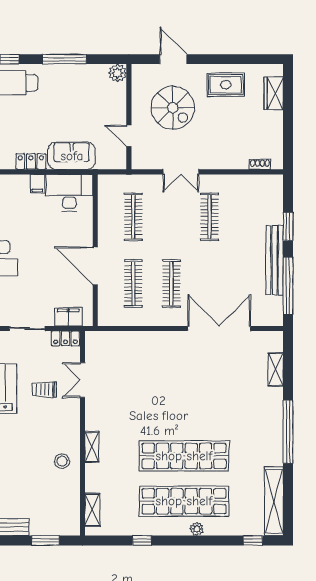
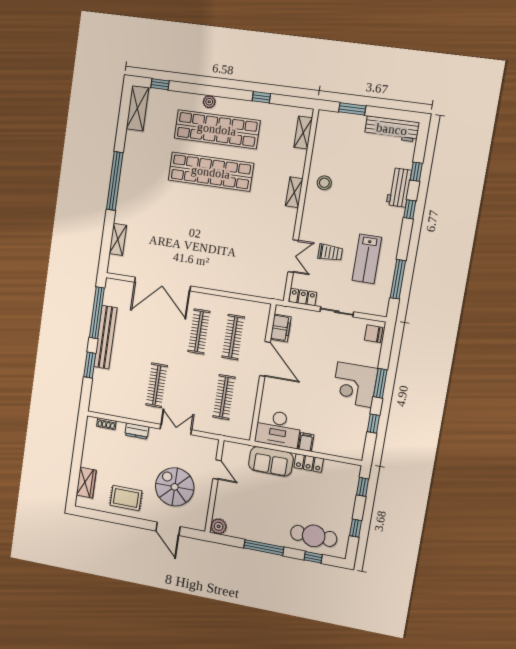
dresser: (224, 162) -> (137, 431), added
filing cabinet: (68, 317) -> (281, 328), moved, turned -90
shelving: (274, 501) -> (137, 108), width x0.68

